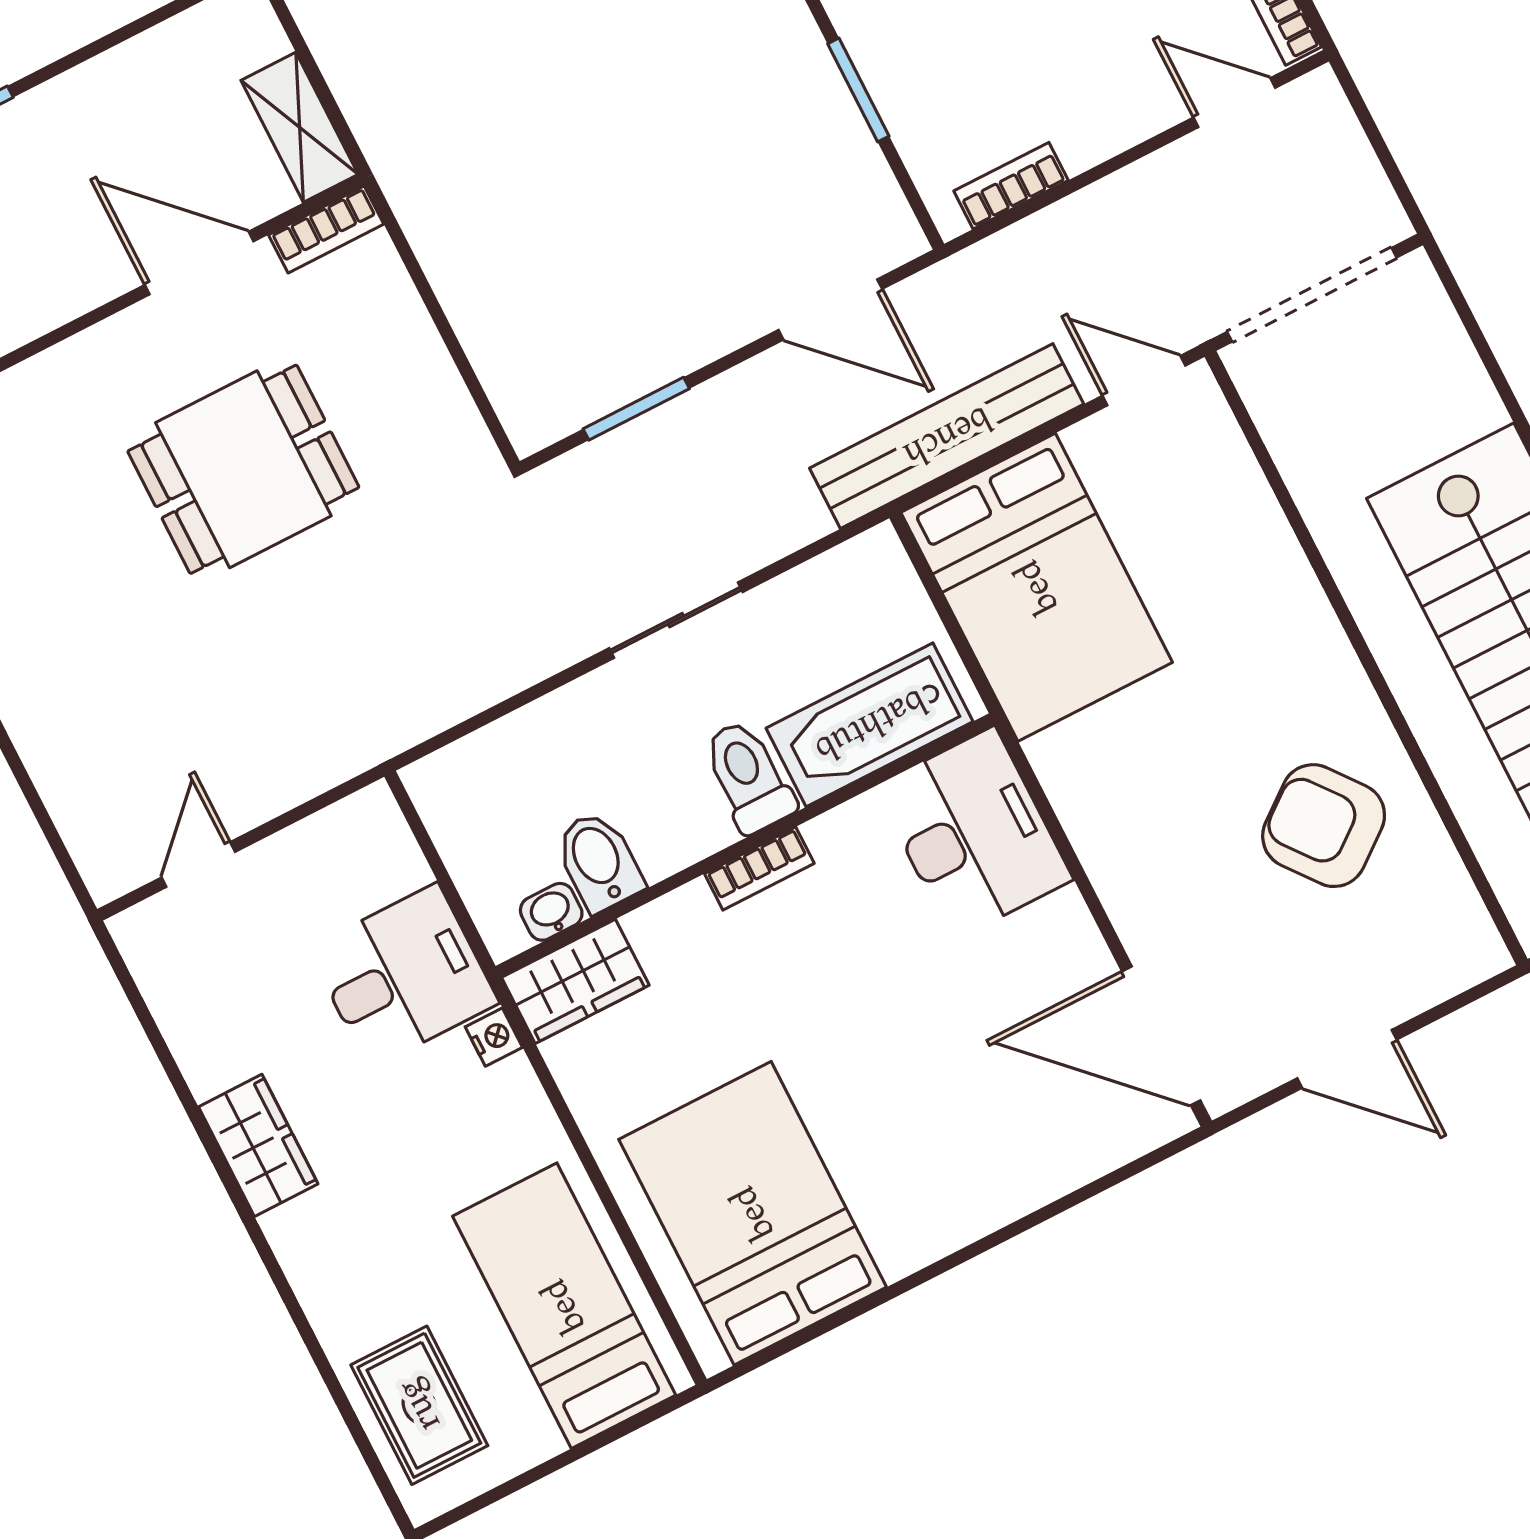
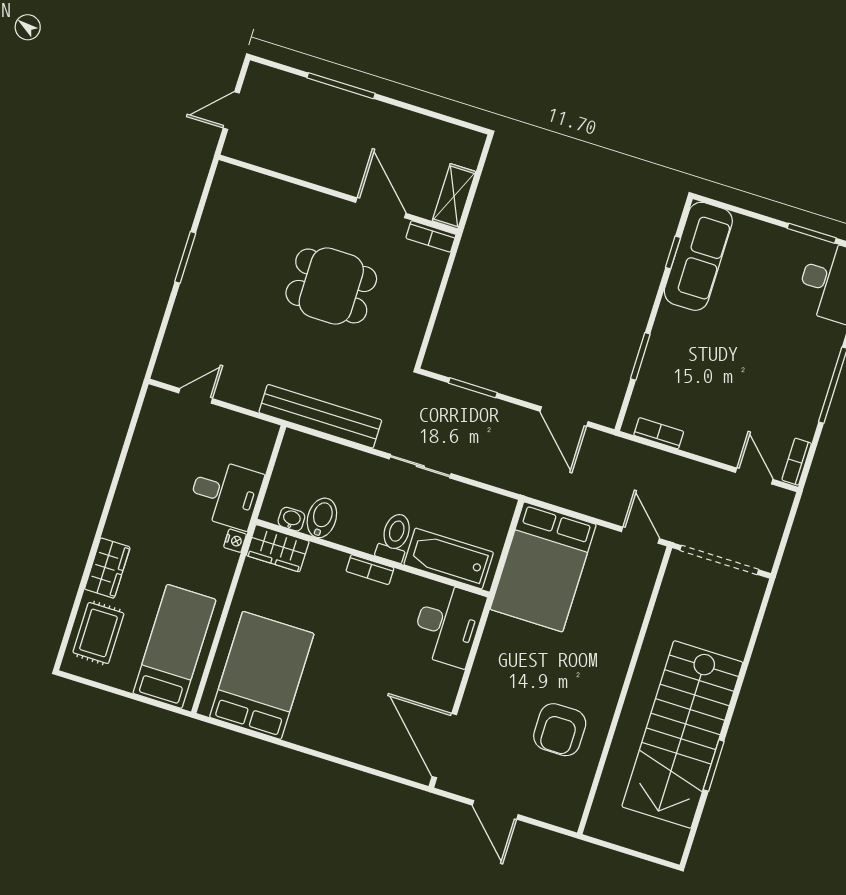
bench: (947, 436) -> (320, 416), moved
armchair: (1324, 826) -> (560, 730), turned -142
wardrobe: (258, 1145) -> (107, 568), moved

